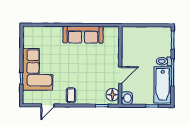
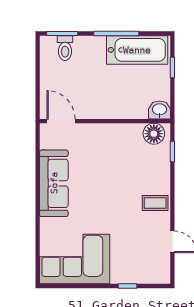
toilet: (164, 61) -> (65, 48), moved
corner sofa: (38, 69) -> (75, 259), moved
door: (120, 75) -> (61, 121), moved

